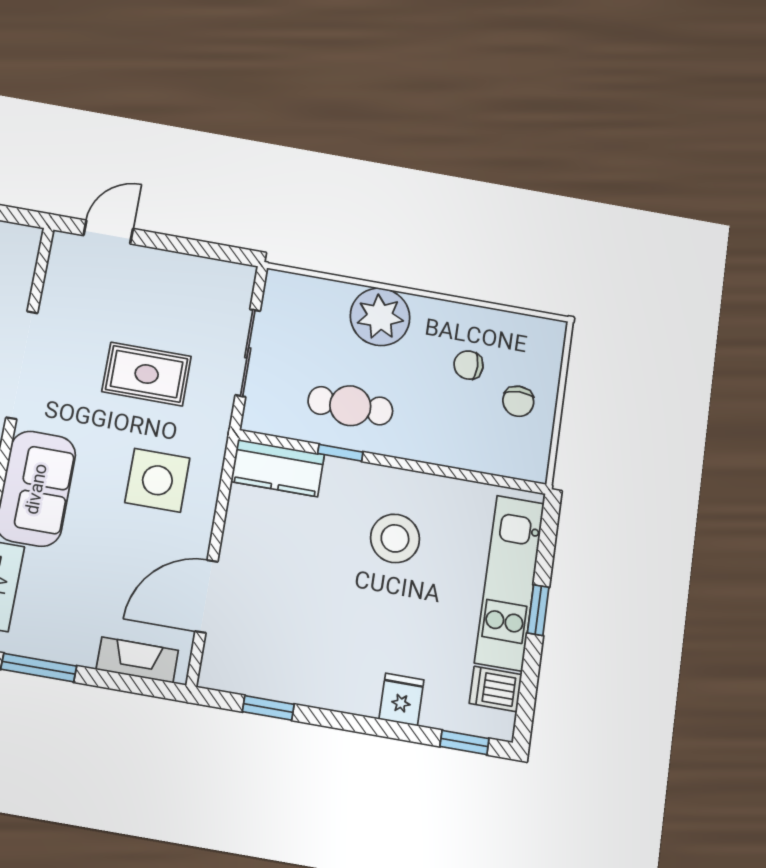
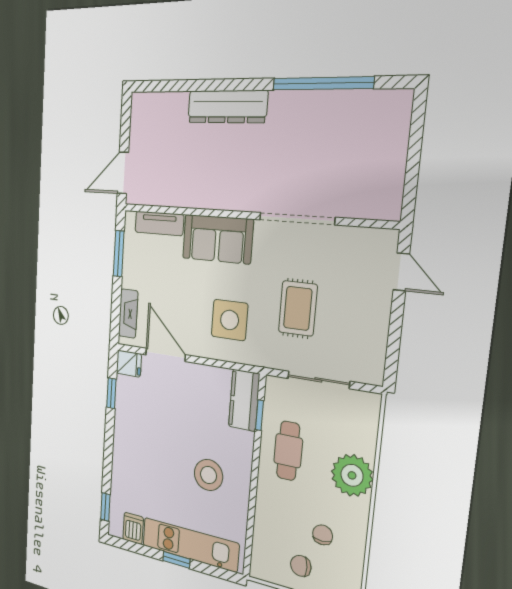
window: (340, 453) -> (259, 415), moved
fridge: (401, 699) -> (129, 364), moved

